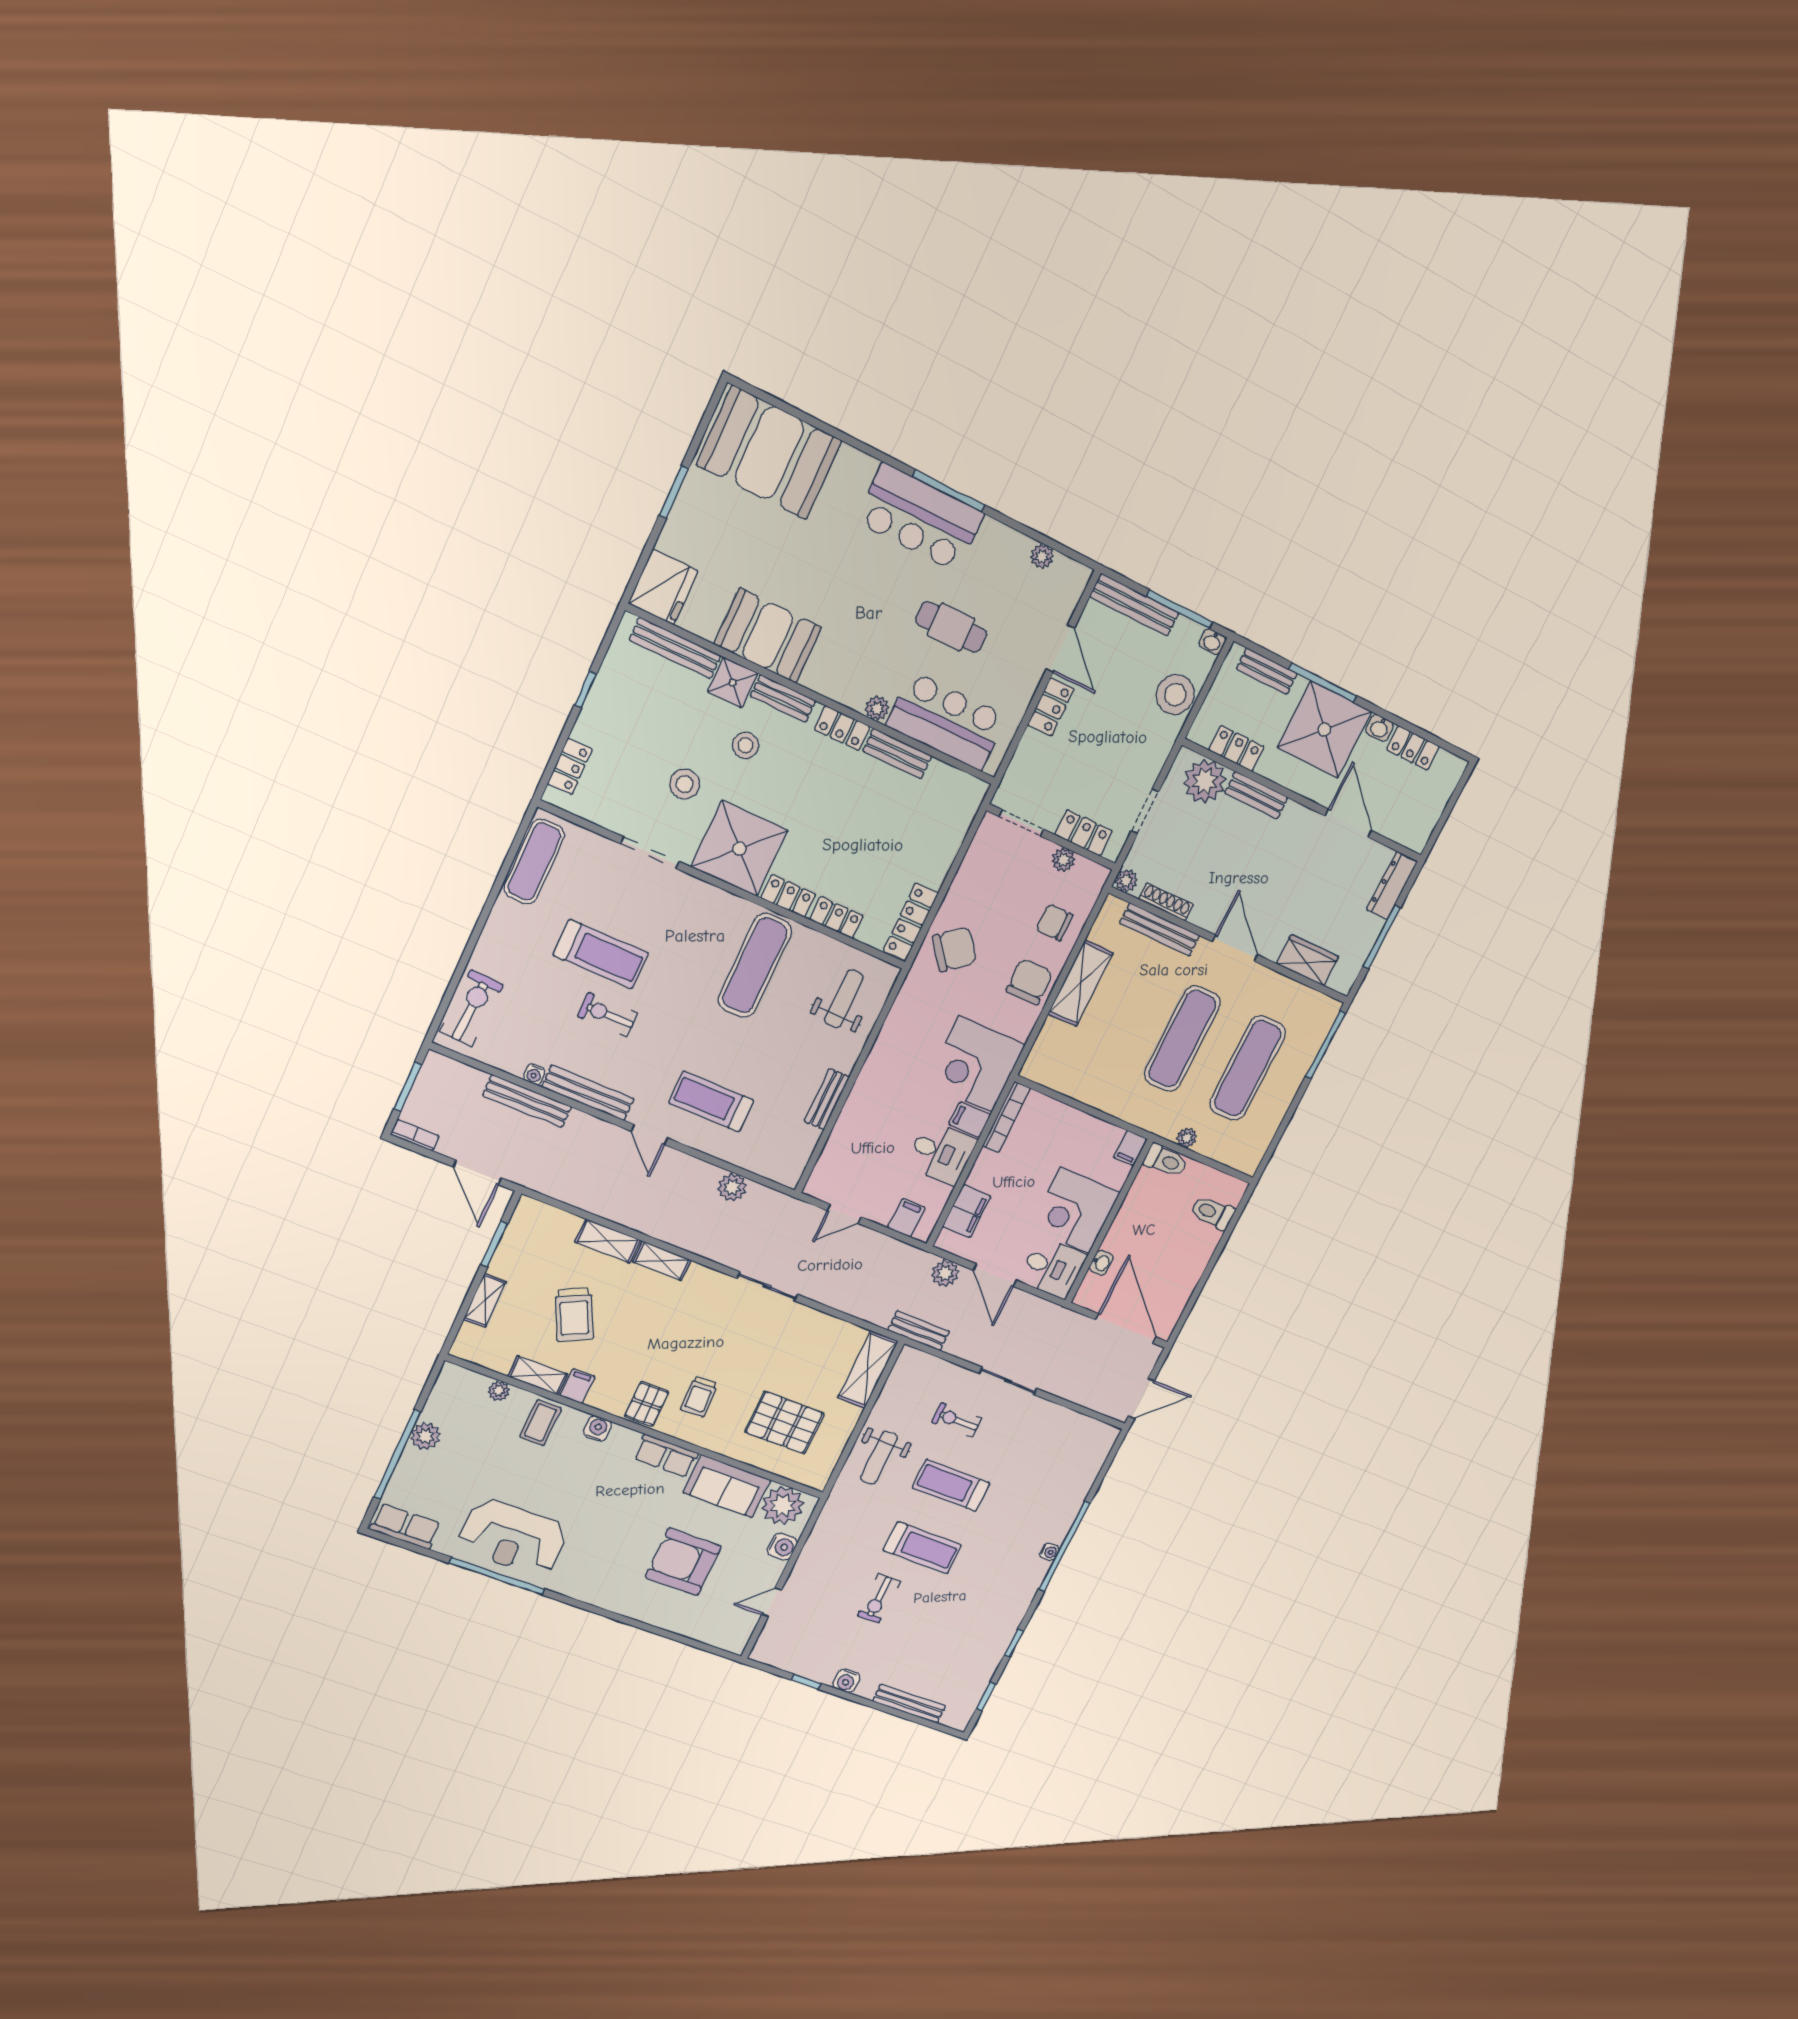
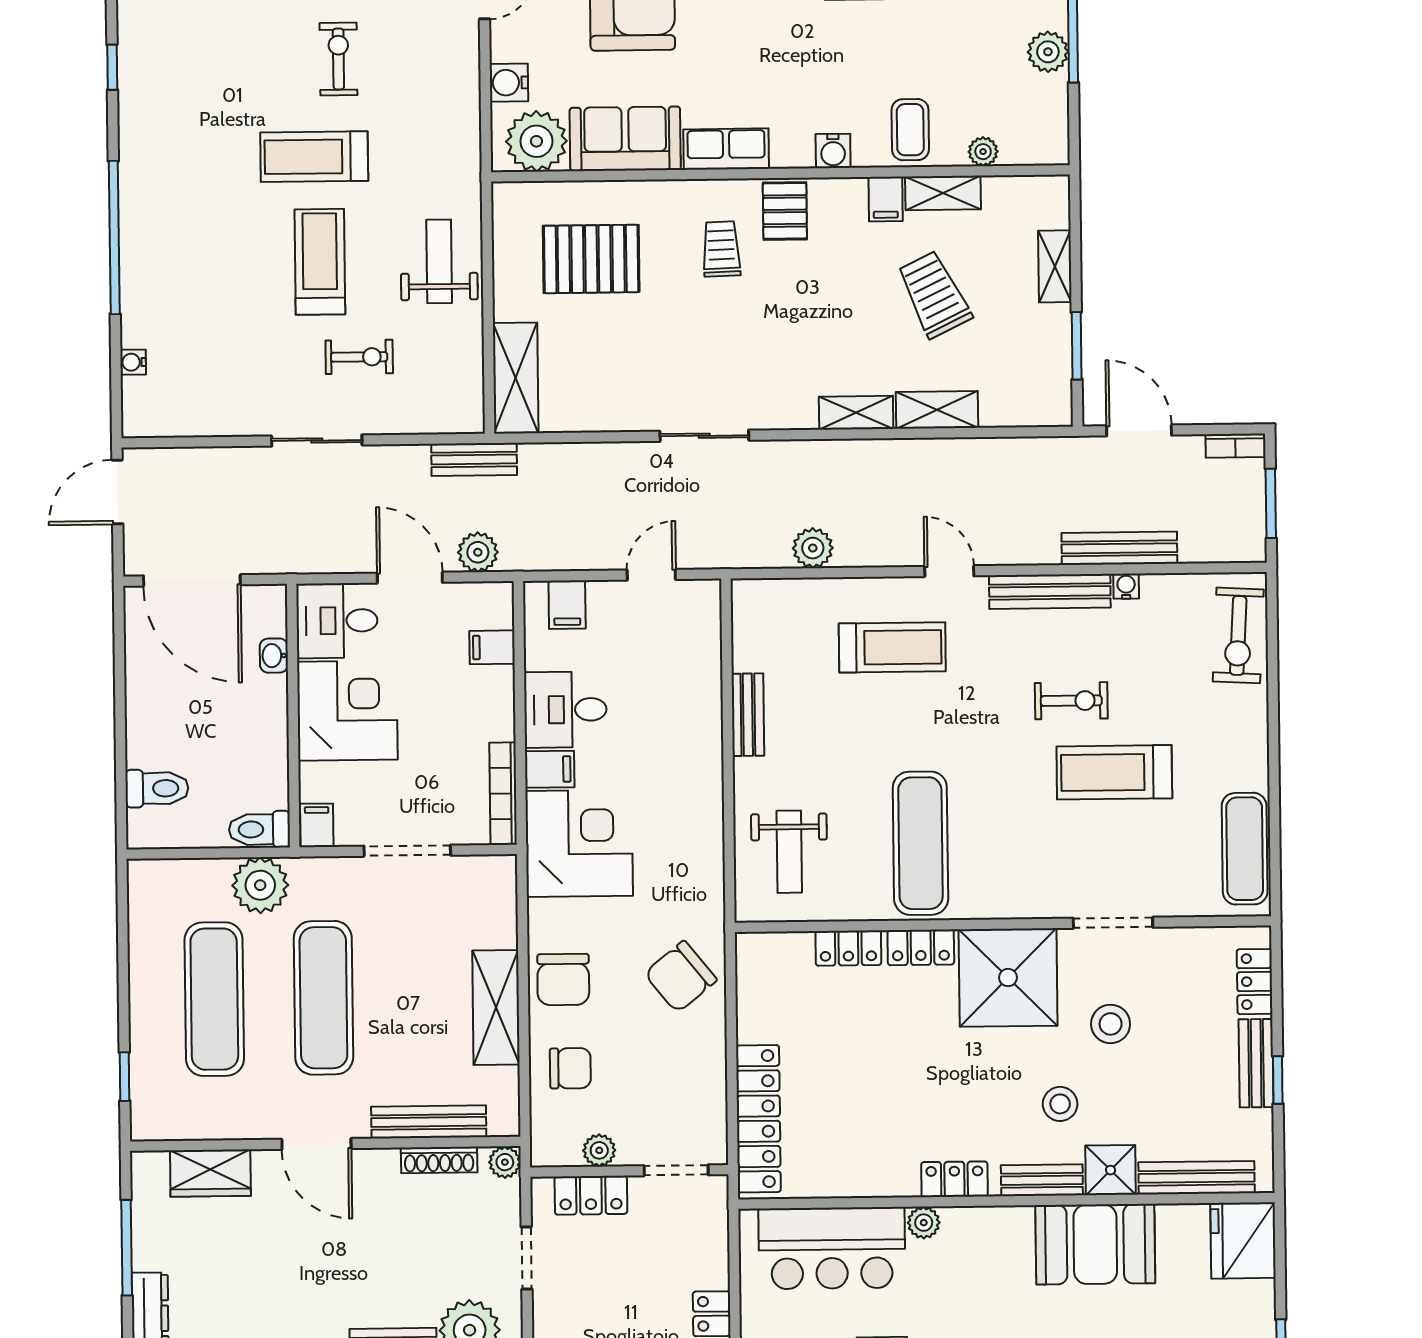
bench: (897, 754) -> (1256, 1063), moved, turned 90
locker: (911, 922) -> (758, 1119), moved, width x1.41, depth x1.21
window: (1326, 1045) -> (125, 1077), width x0.46
doorway: (1084, 1108) -> (407, 851), added
plant: (1187, 1138) -> (260, 885), width x1.87, depth x1.87
filing cabinet: (967, 1211) -> (492, 647), width x0.50
treadmill: (951, 1485) -> (320, 262), turned -90
water cooler: (1049, 1552) -> (133, 362), moved

